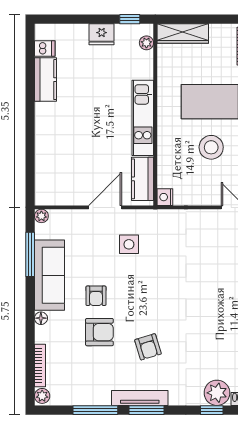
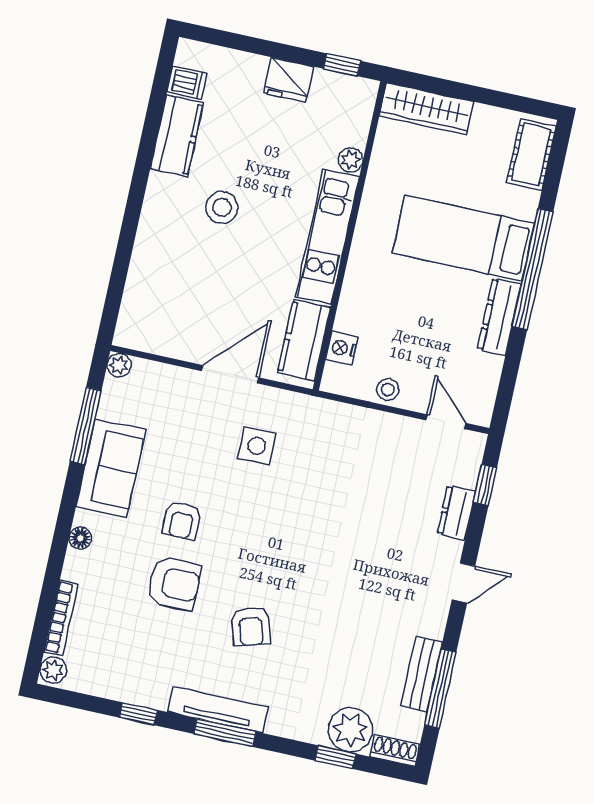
plant: (146, 43) -> (351, 160), moved
stool: (80, 114) -> (222, 207), added
stool: (211, 147) -> (388, 389), moved, width x0.53, depth x0.53
nightstand: (165, 197) -> (342, 348), moved
sofa: (50, 275) -> (111, 468), width x0.73
window: (95, 410) -> (138, 714), width x0.46

